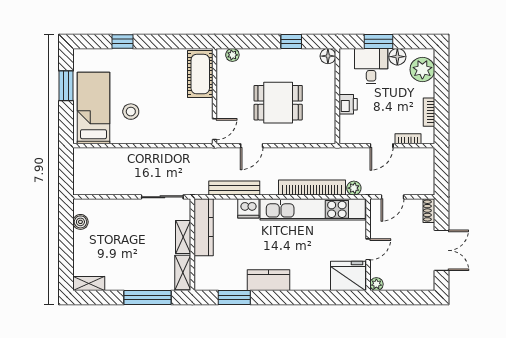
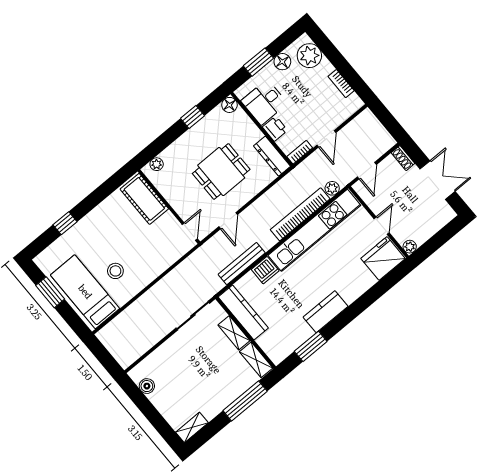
desk: (371, 66) -> (264, 102), moved, turned -90
dresser: (328, 124) -> (272, 156), added
bookcase: (408, 139) -> (300, 152), moved

